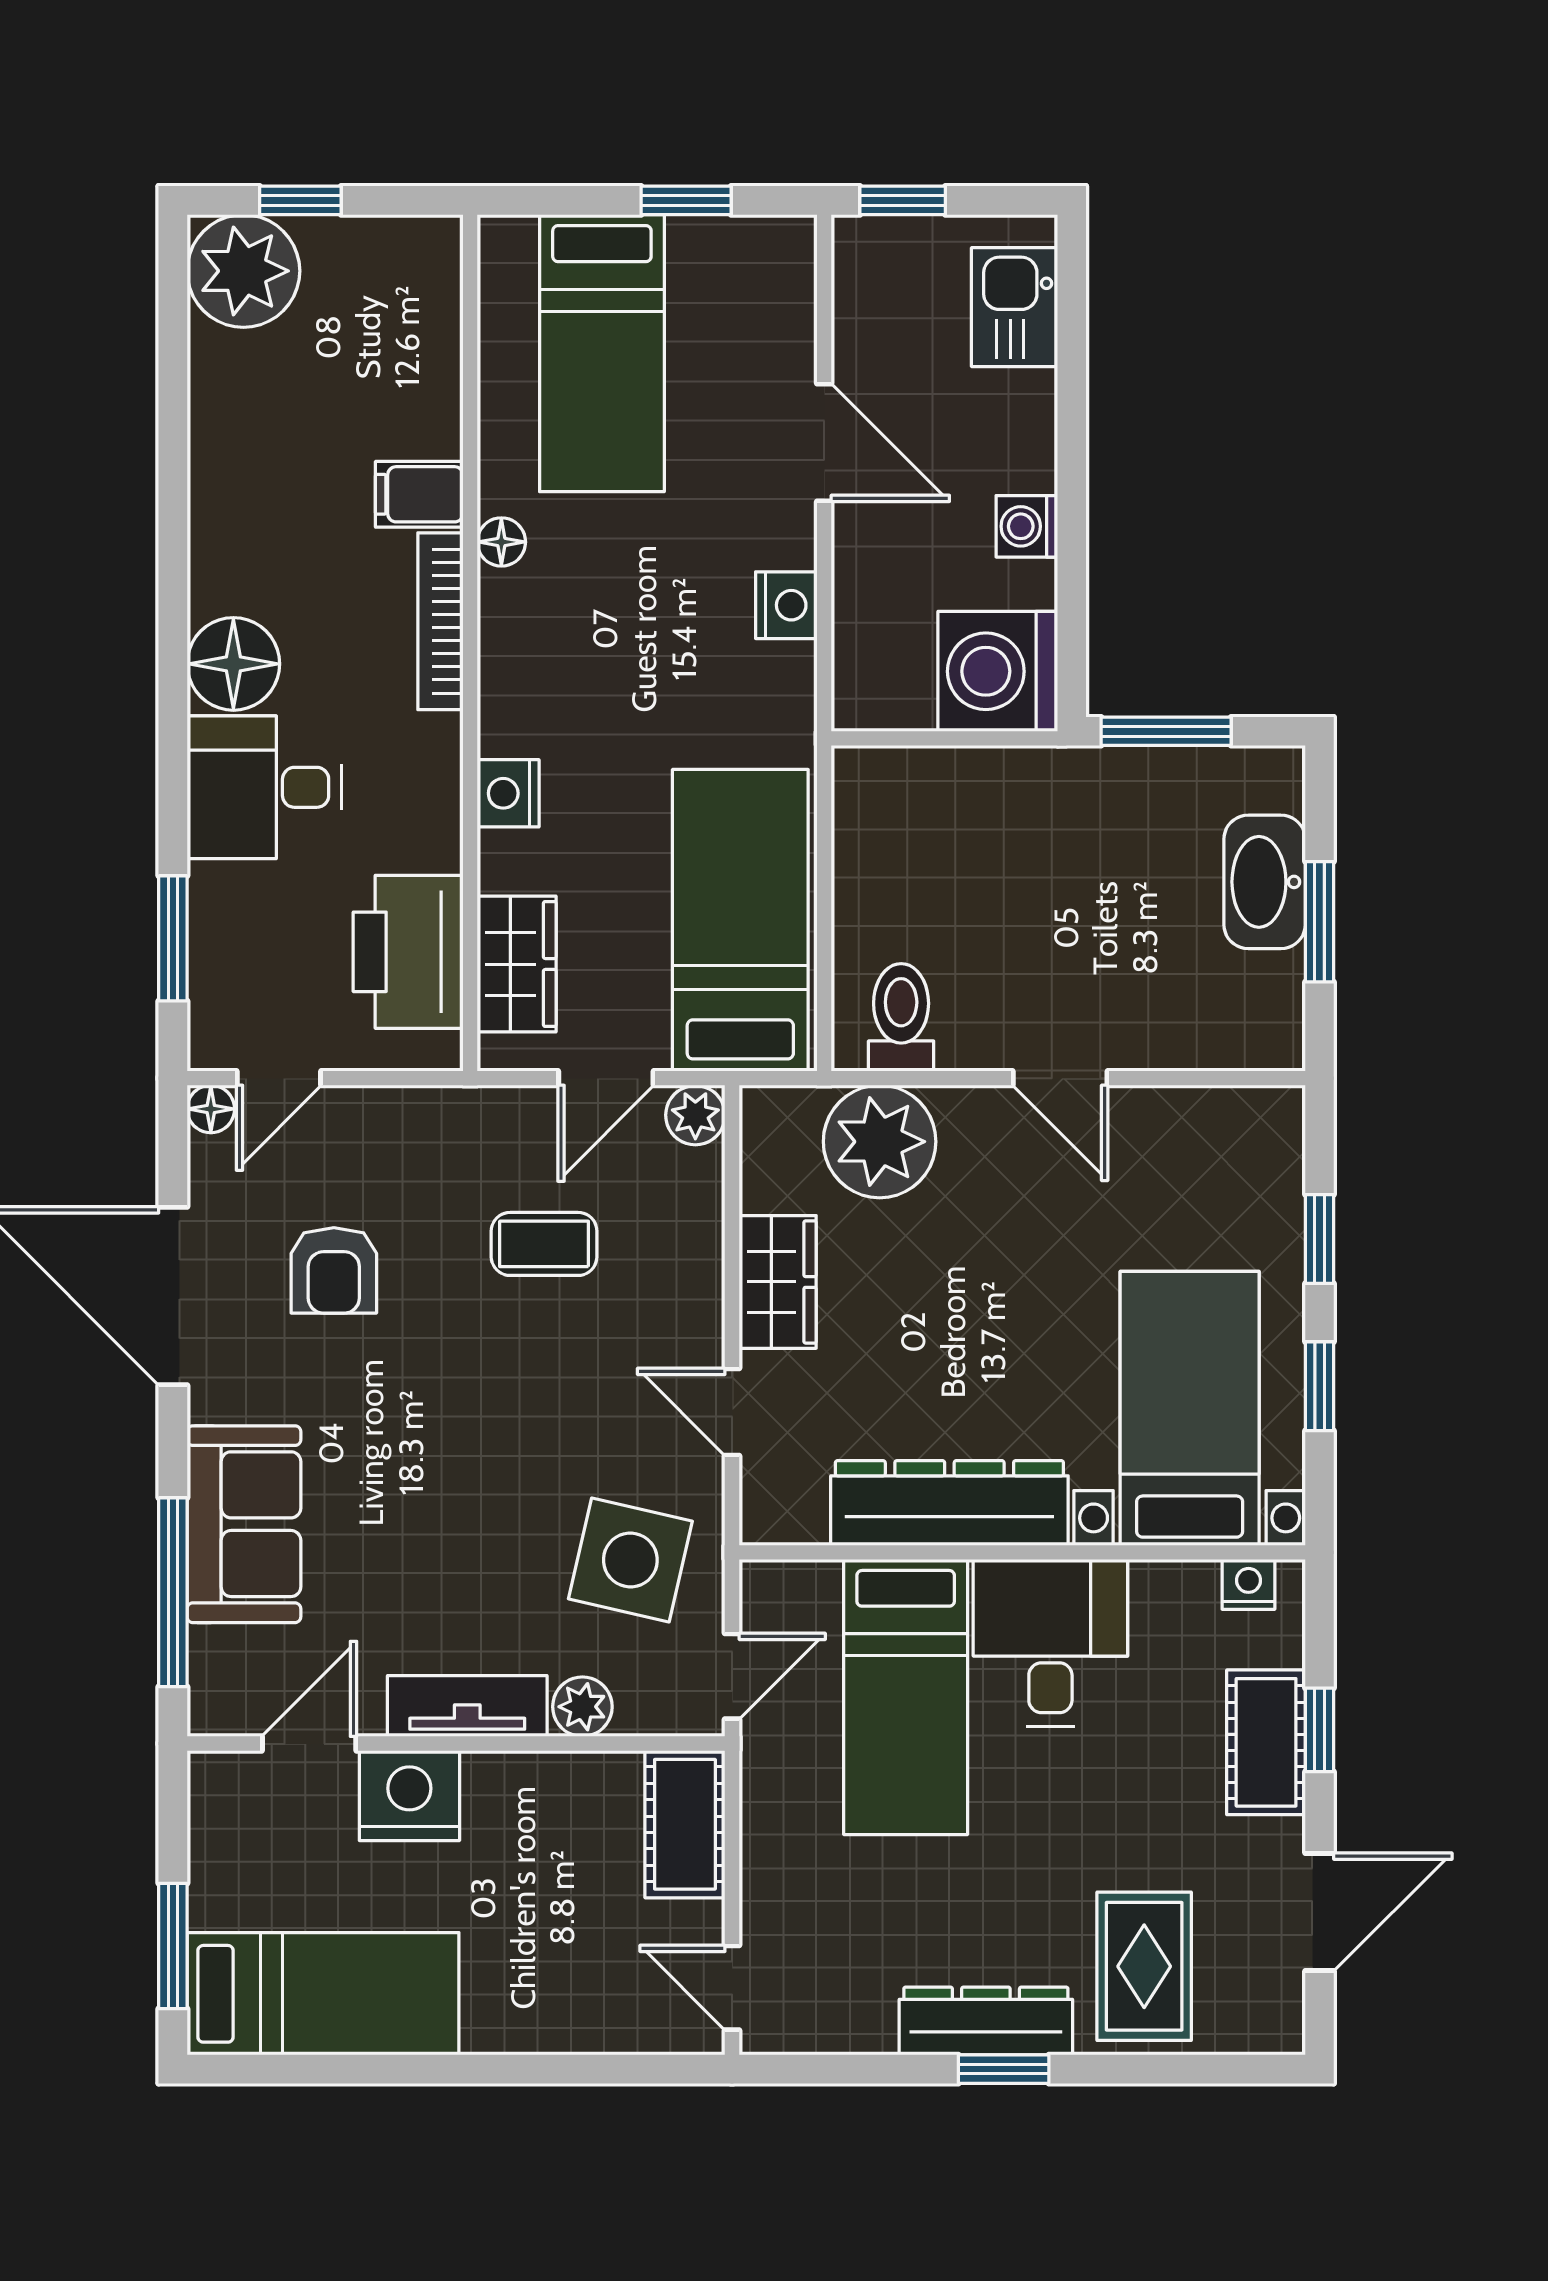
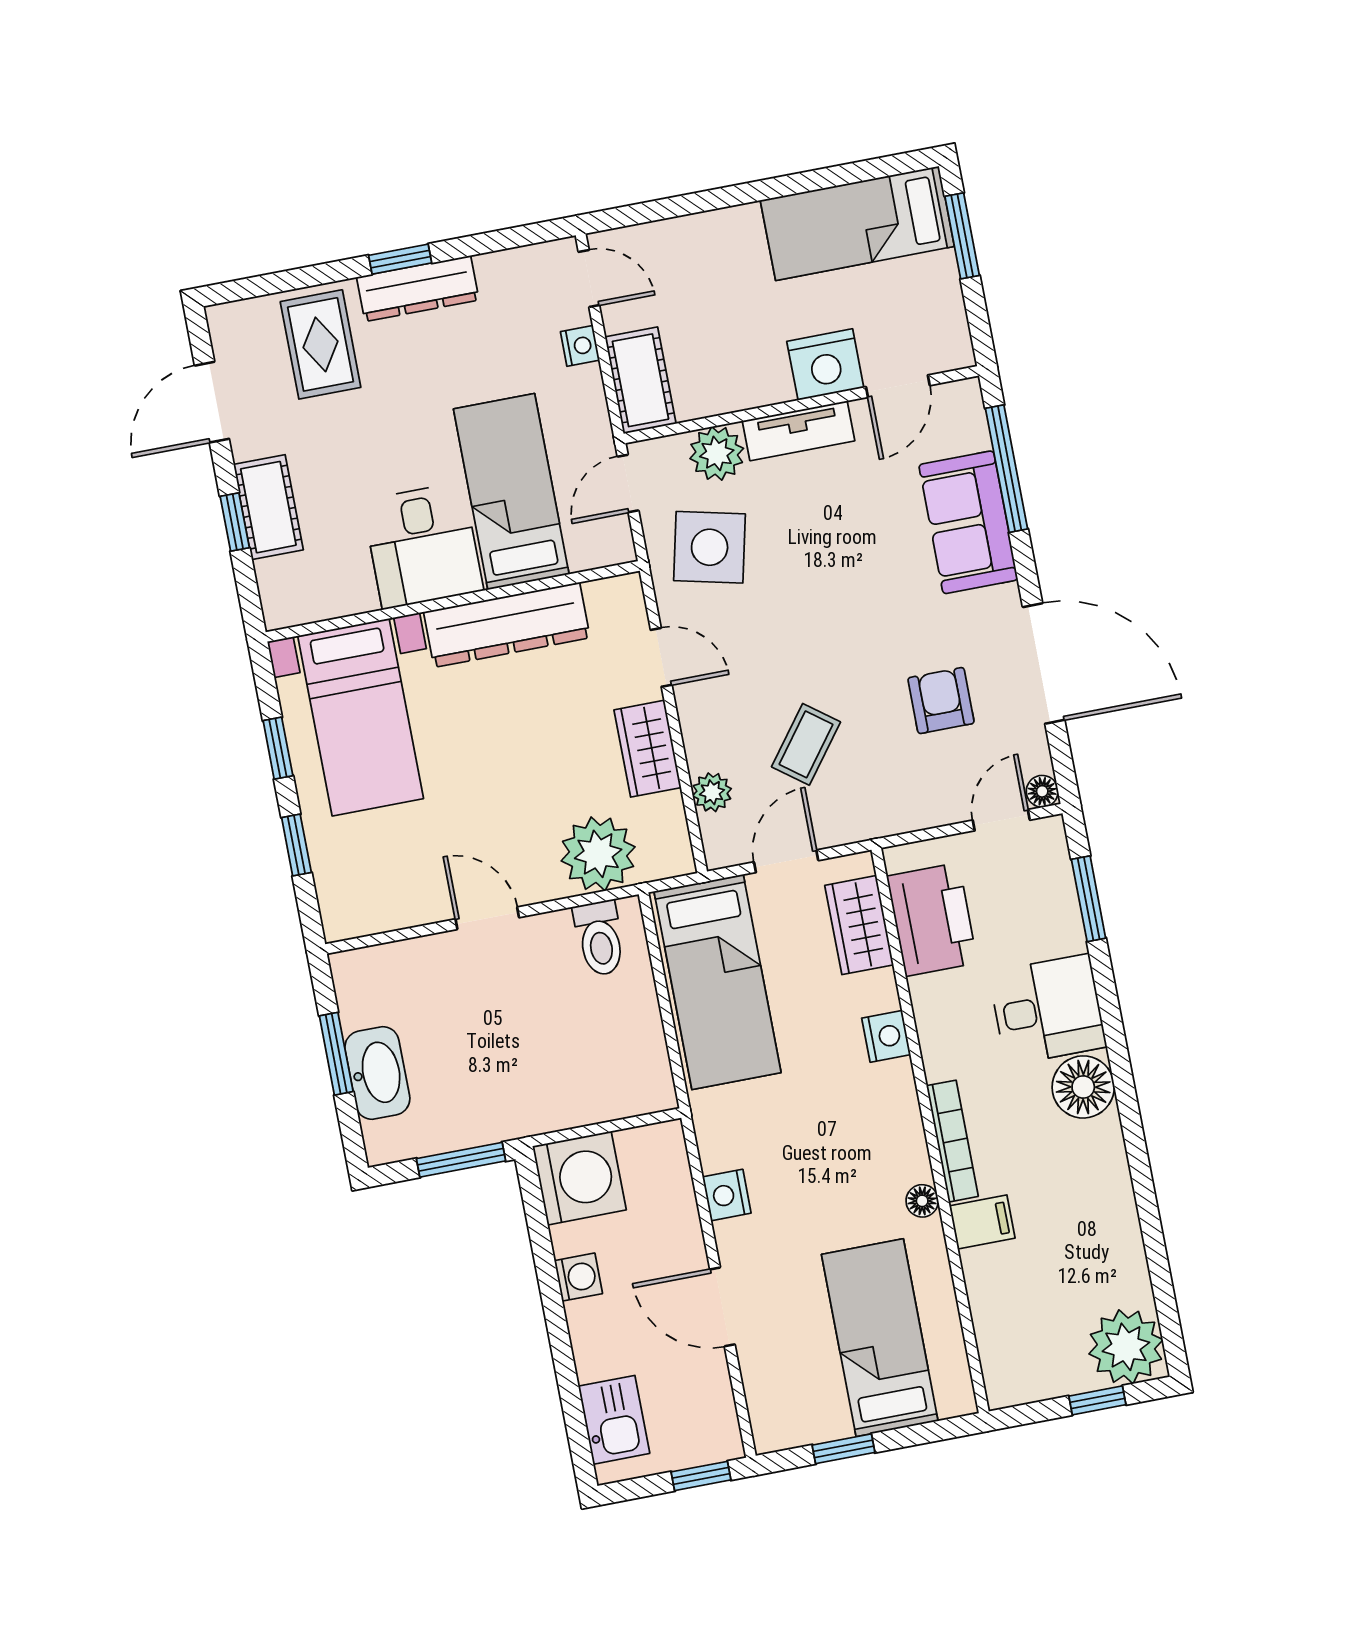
plant: (695, 1115) -> (712, 792), moved
coffee table: (544, 1244) -> (806, 744), turned -53
nightstand: (1248, 1584) -> (580, 346), moved, turned -90
plant: (582, 1707) -> (717, 453), width x1.38, depth x1.38

